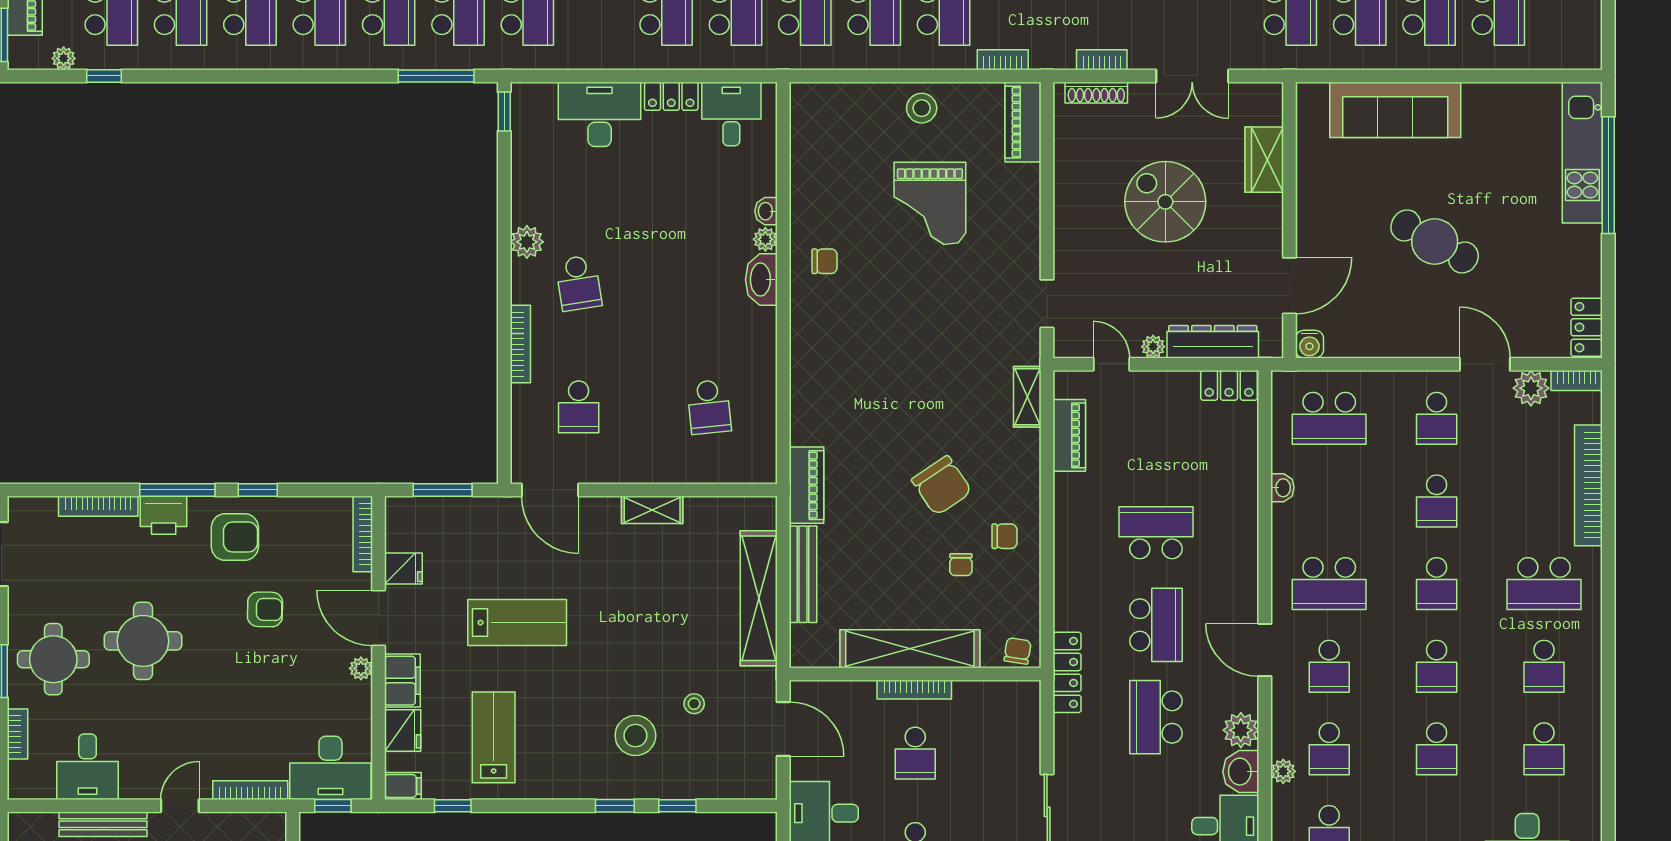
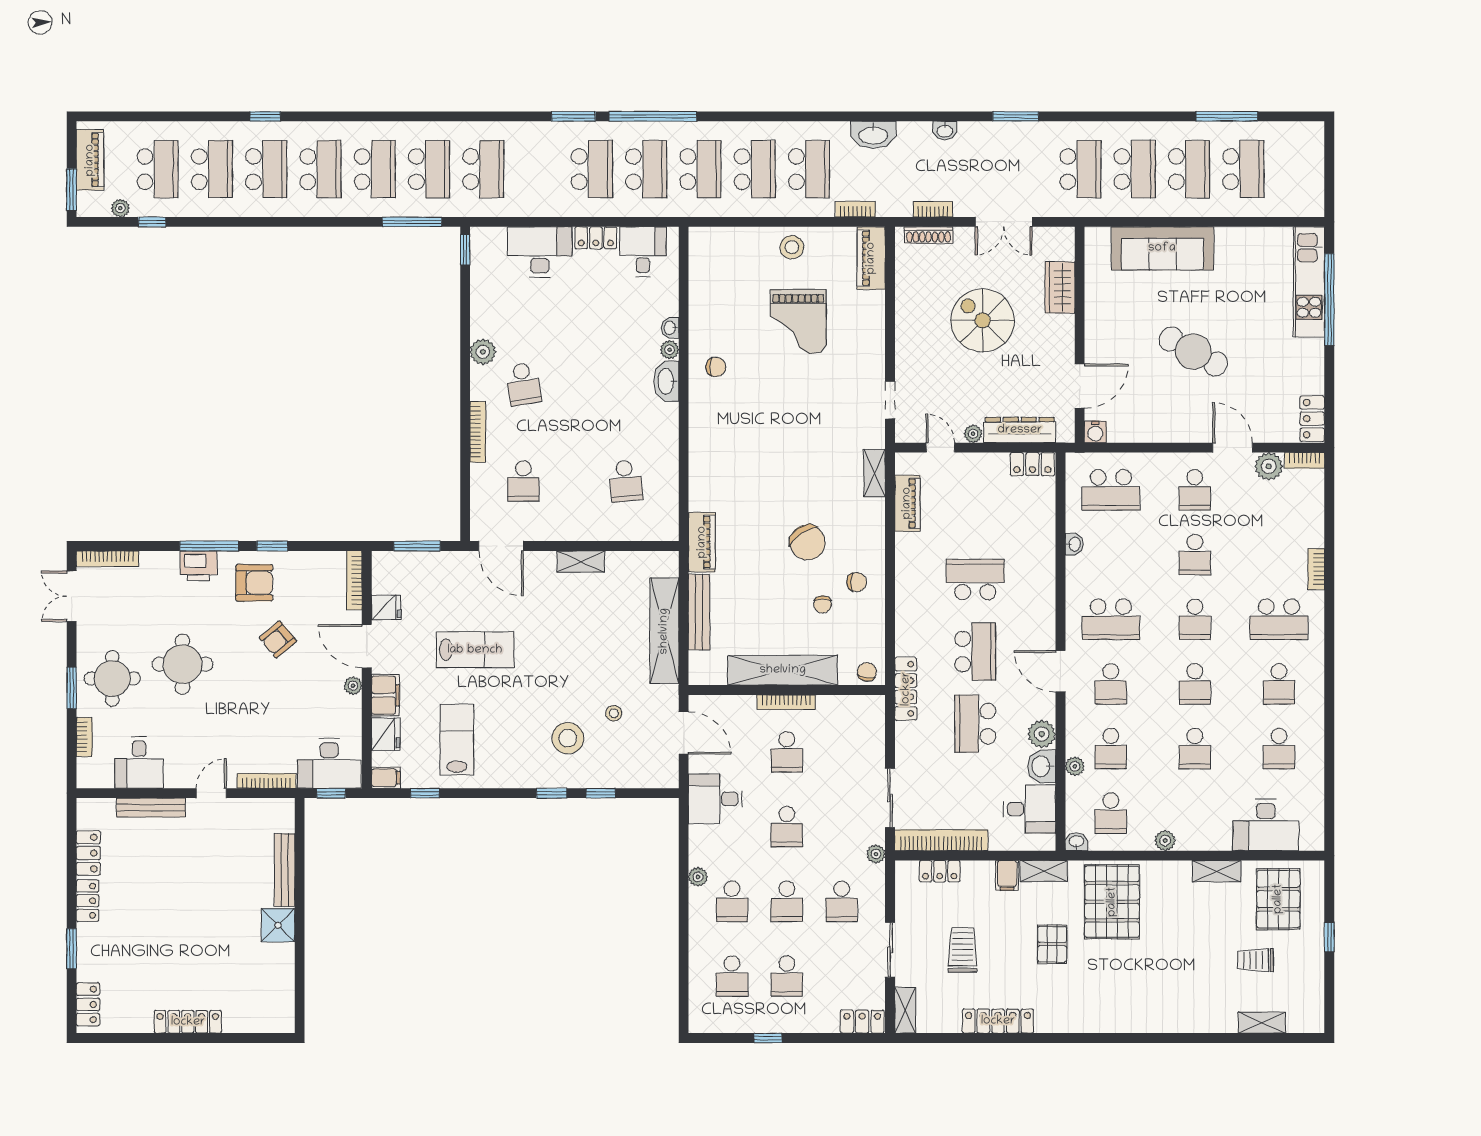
bookcase: (1588, 485) -> (1316, 569), width x0.43, depth x0.76
bookcase: (98, 506) -> (108, 559), moved
armchair: (265, 609) -> (278, 639), turned 139

